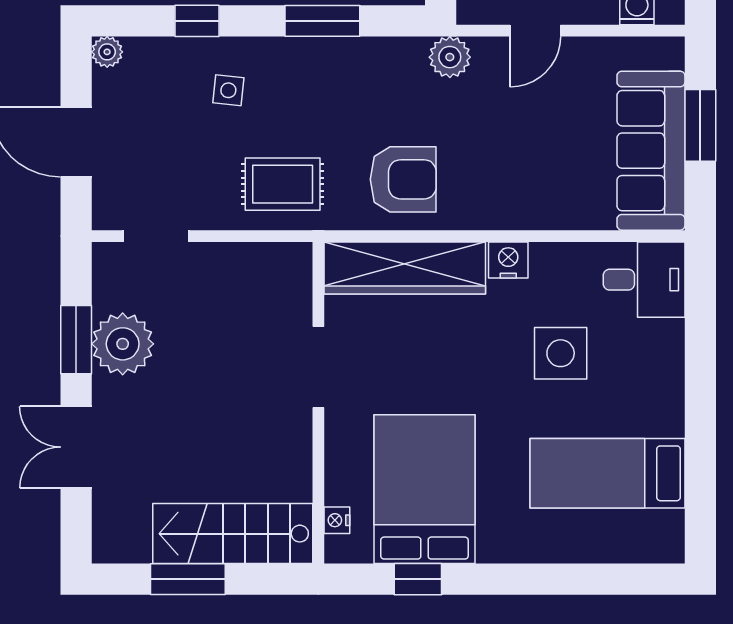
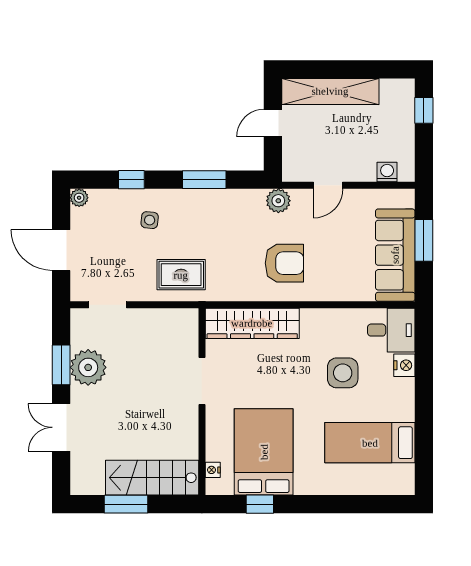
armchair: (403, 179) -> (284, 263), moved
nightstand: (508, 260) -> (404, 365), moved, turned 90

